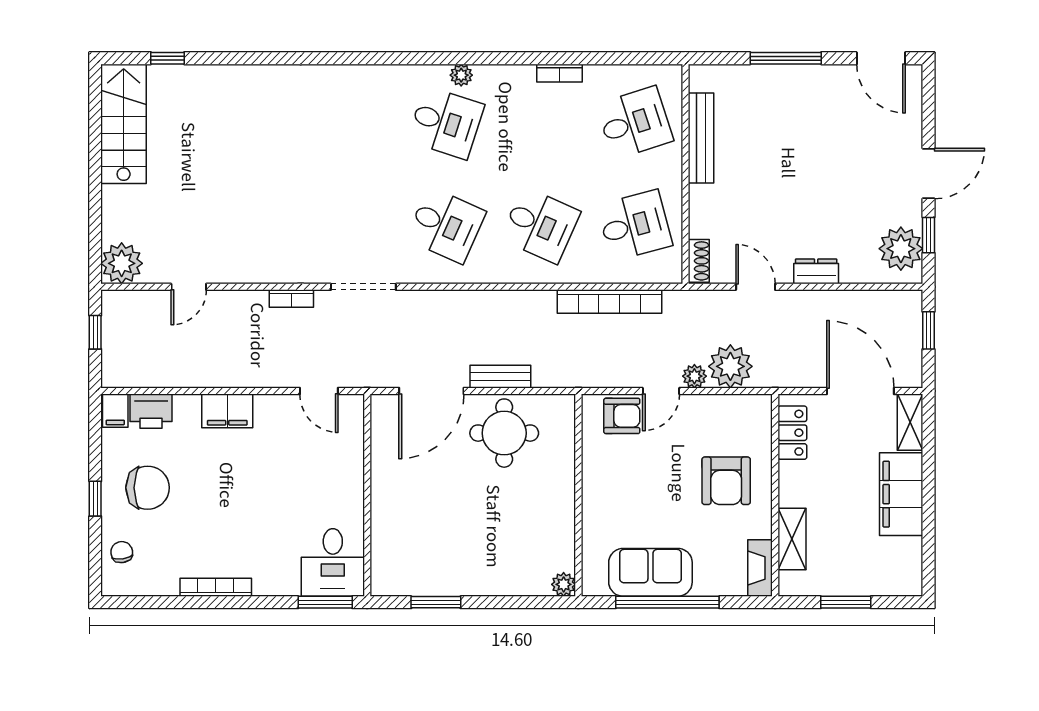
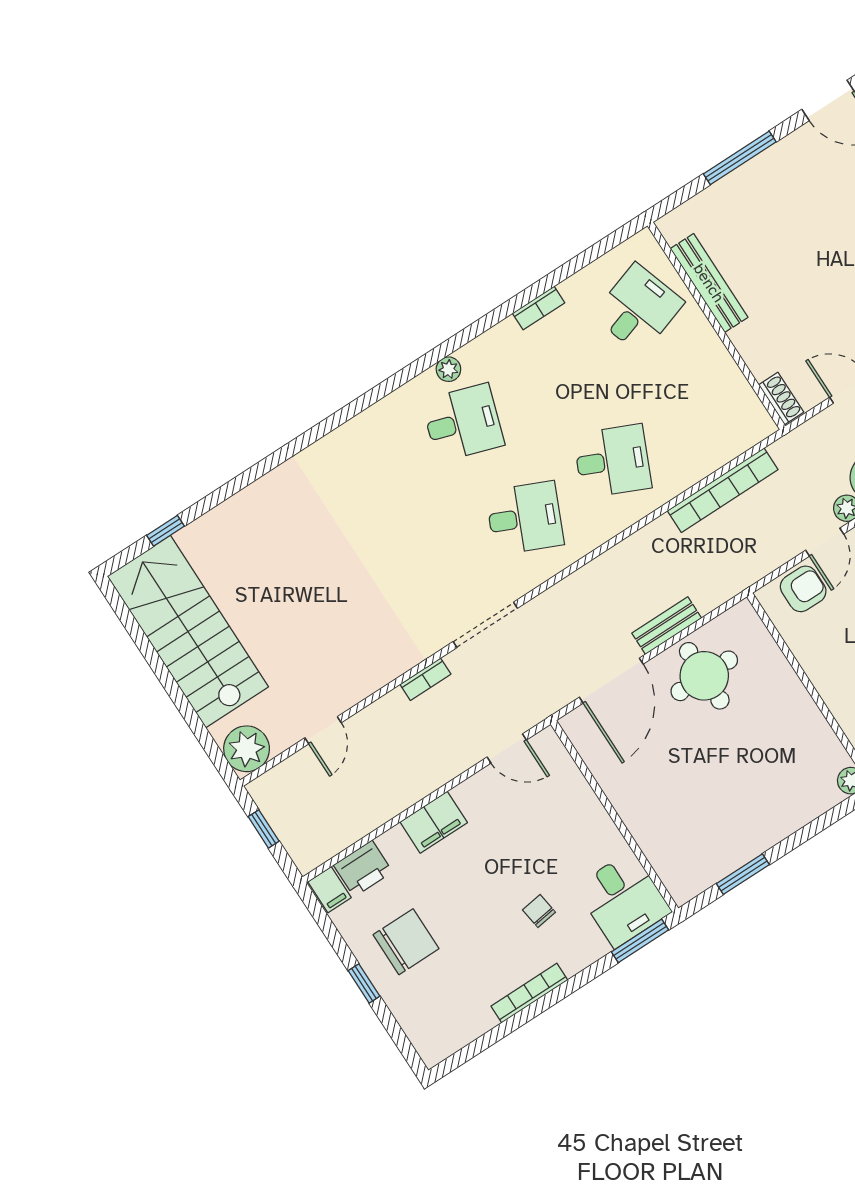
stairs: (124, 124) -> (188, 632), width x1.36, depth x1.51
desk: (635, 225) -> (700, 404), removed
chair: (122, 552) -> (539, 911), moved

